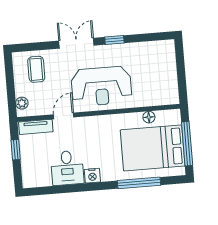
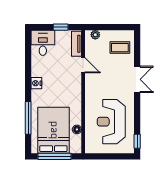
window: (114, 40) -> (137, 141), moved
reception desk: (101, 86) -> (111, 122), moved
desk: (67, 168) -> (43, 43), moved, turned 90

